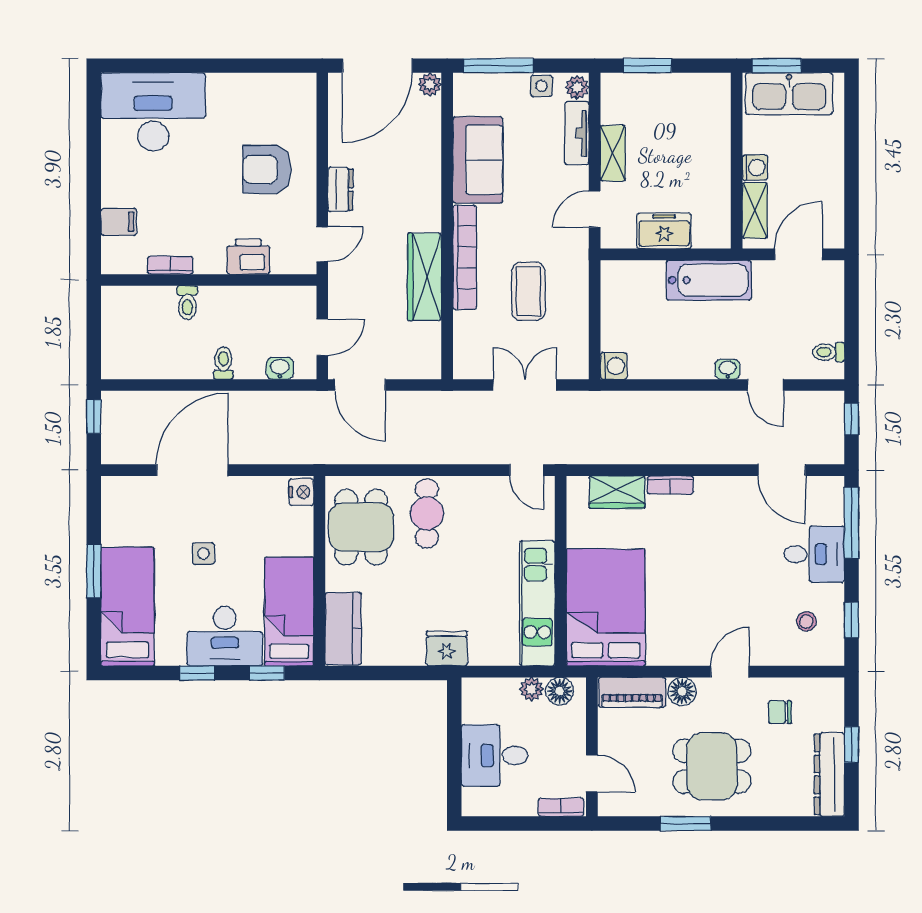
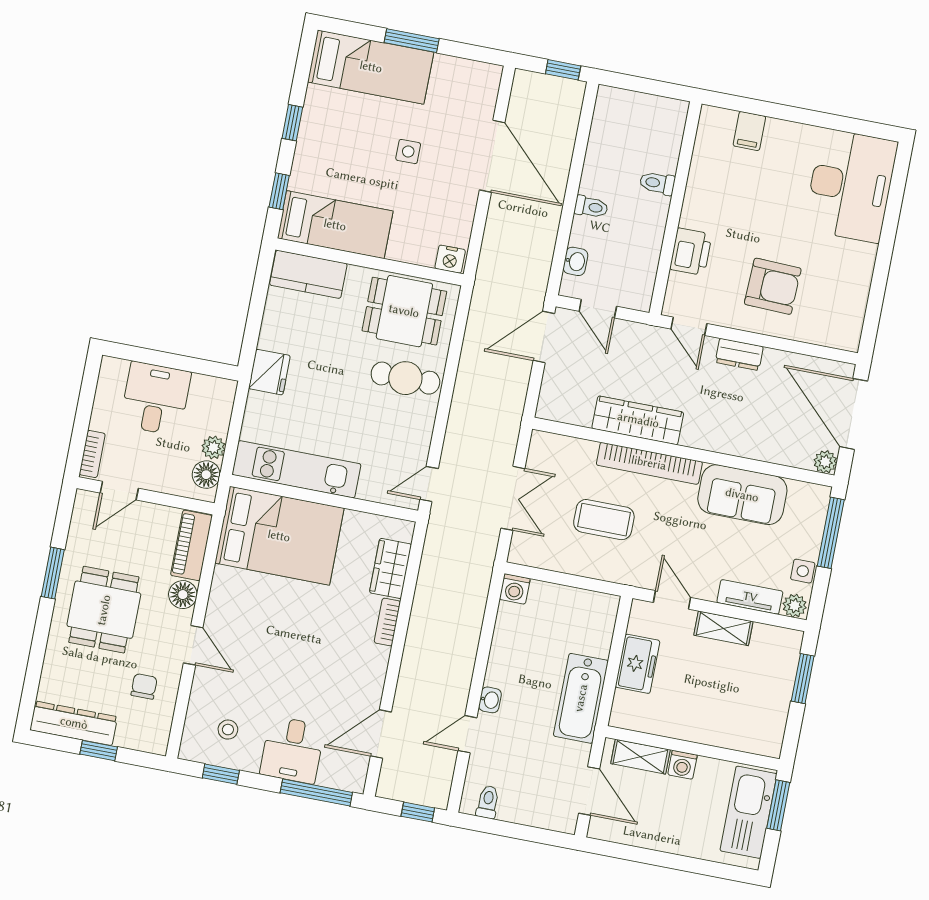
armchair: (267, 169) -> (773, 286), turned 92
bookcase: (170, 265) -> (697, 173), removed
desk: (225, 636) -> (323, 157), removed

